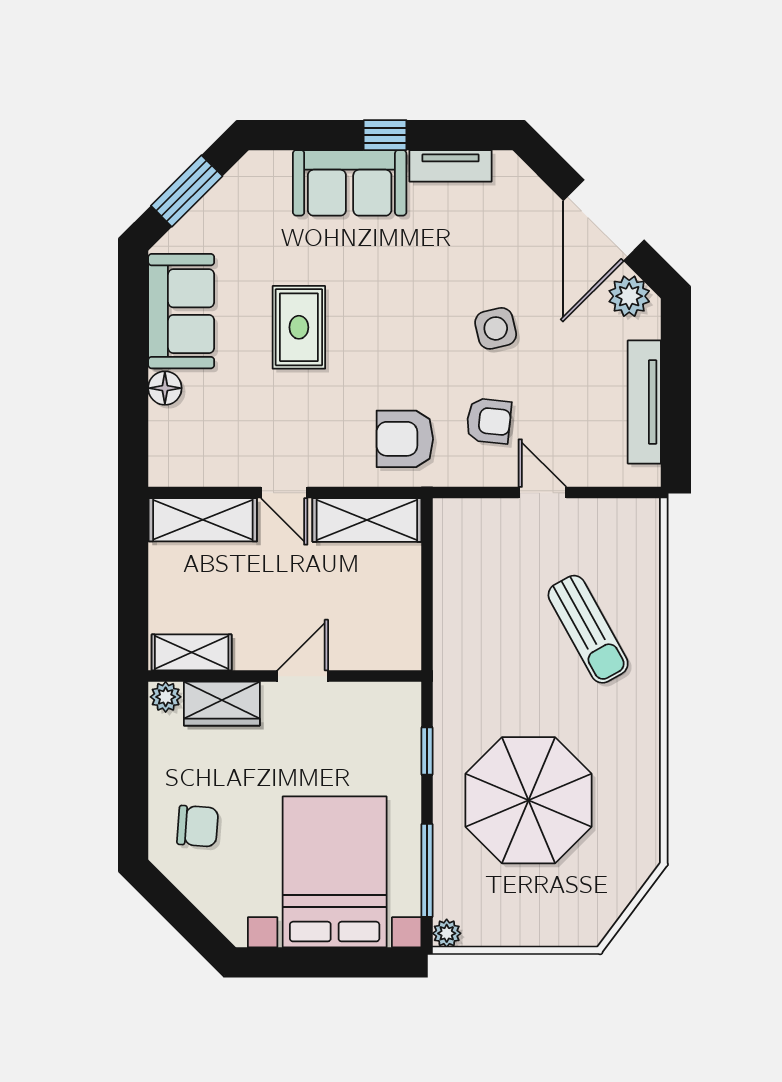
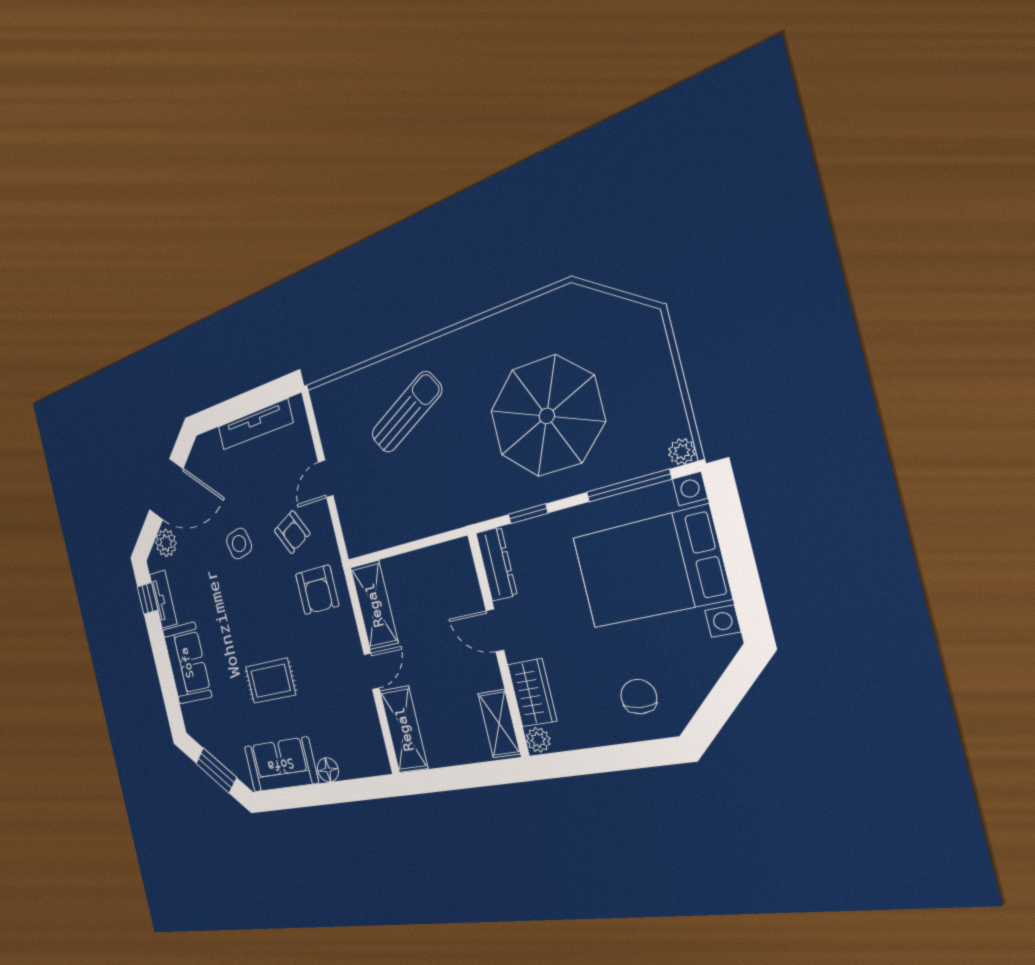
window: (385, 135) -> (148, 598), moved
plant: (629, 296) -> (166, 543), moved
armchair: (489, 421) -> (292, 532), turned 147
dresser: (379, 698) -> (497, 564), added

